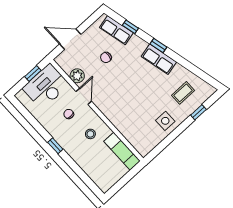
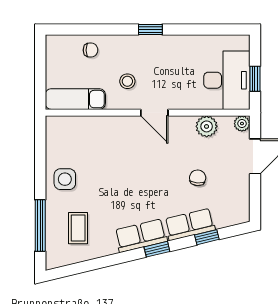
row of seats: (116, 30) -> (190, 224), moved
plant: (60, 60) -> (242, 124), added
door: (84, 96) -> (154, 113), moved
window: (198, 112) -> (40, 225), width x2.17
chair: (69, 114) -> (91, 50), moved

